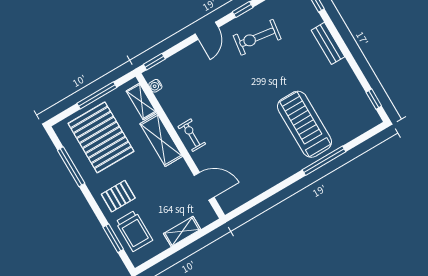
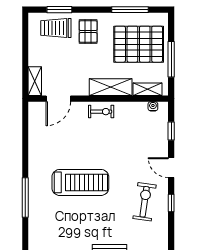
window: (154, 62) -> (171, 131), moved
treadmill: (304, 124) -> (80, 182), moved
shelving: (182, 231) -> (35, 81), moved

